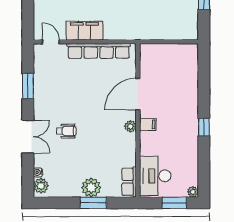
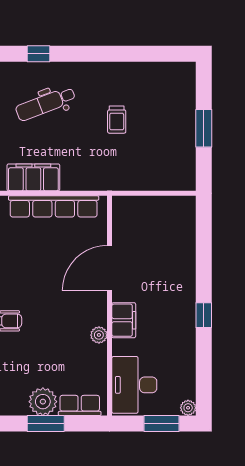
filing cabinet: (148, 124) -> (124, 320), width x2.00
plant: (130, 126) -> (99, 335), moved
row of seats: (129, 182) -> (80, 405), moved, turned 90

